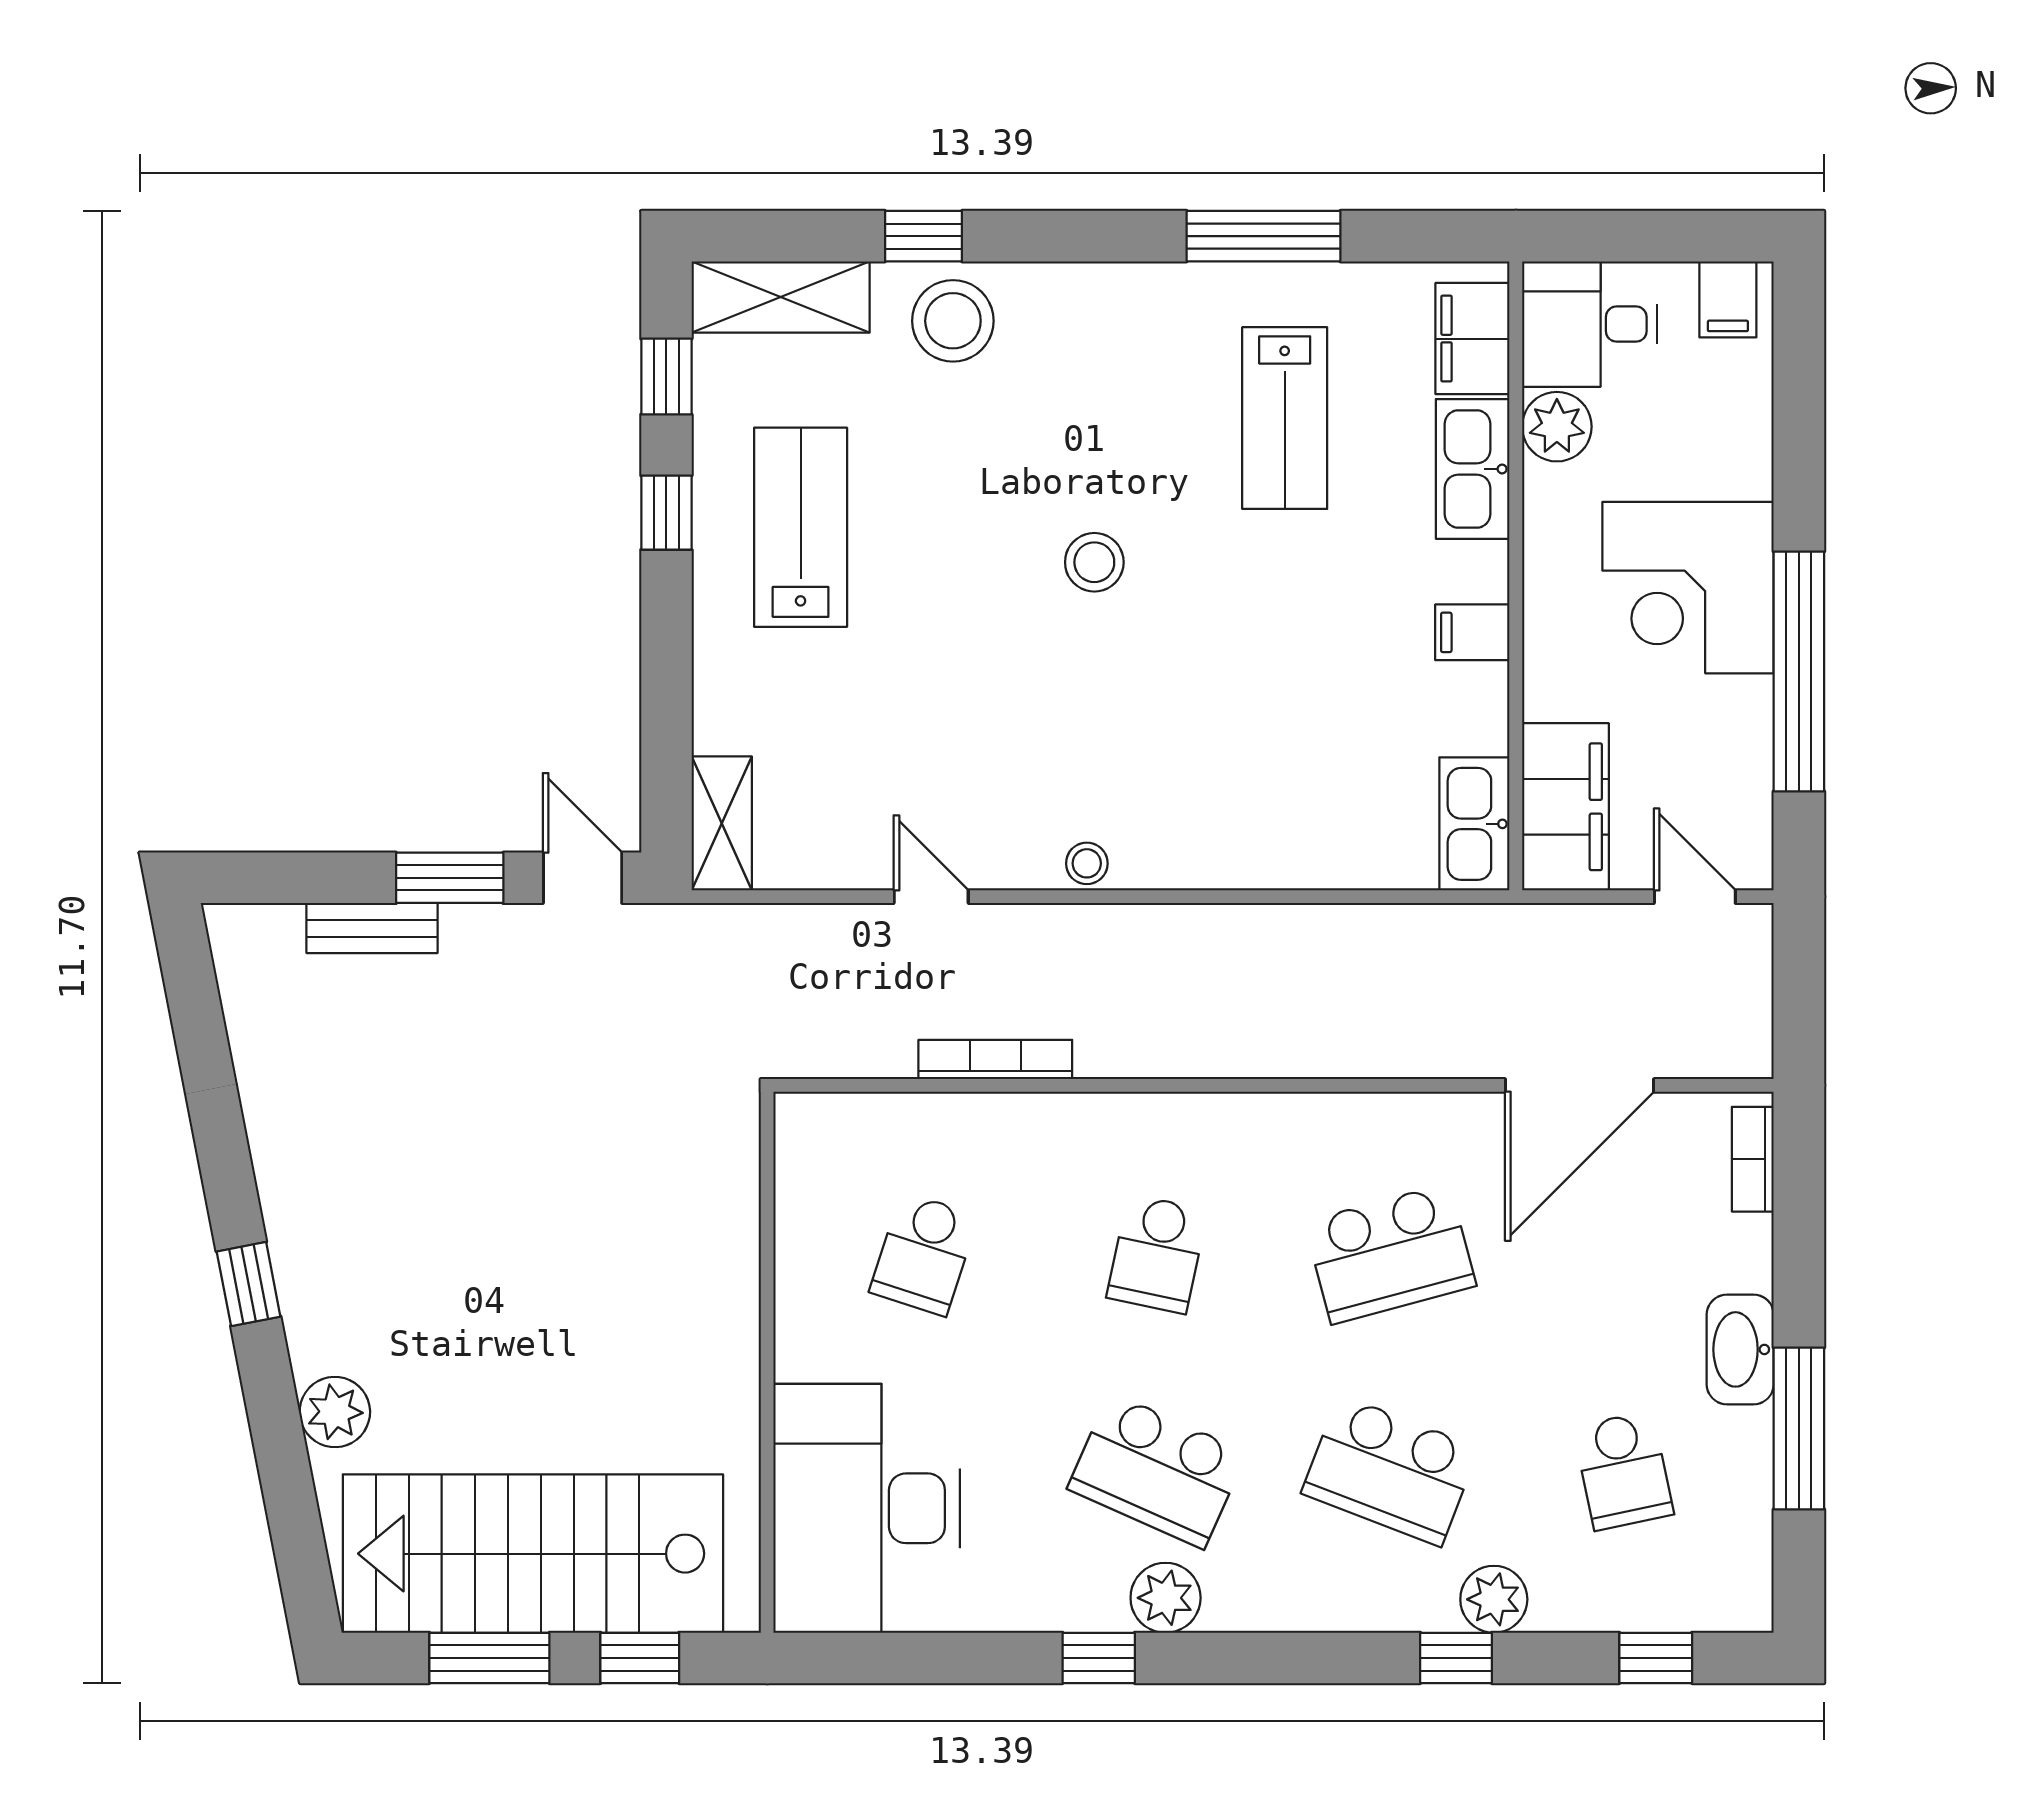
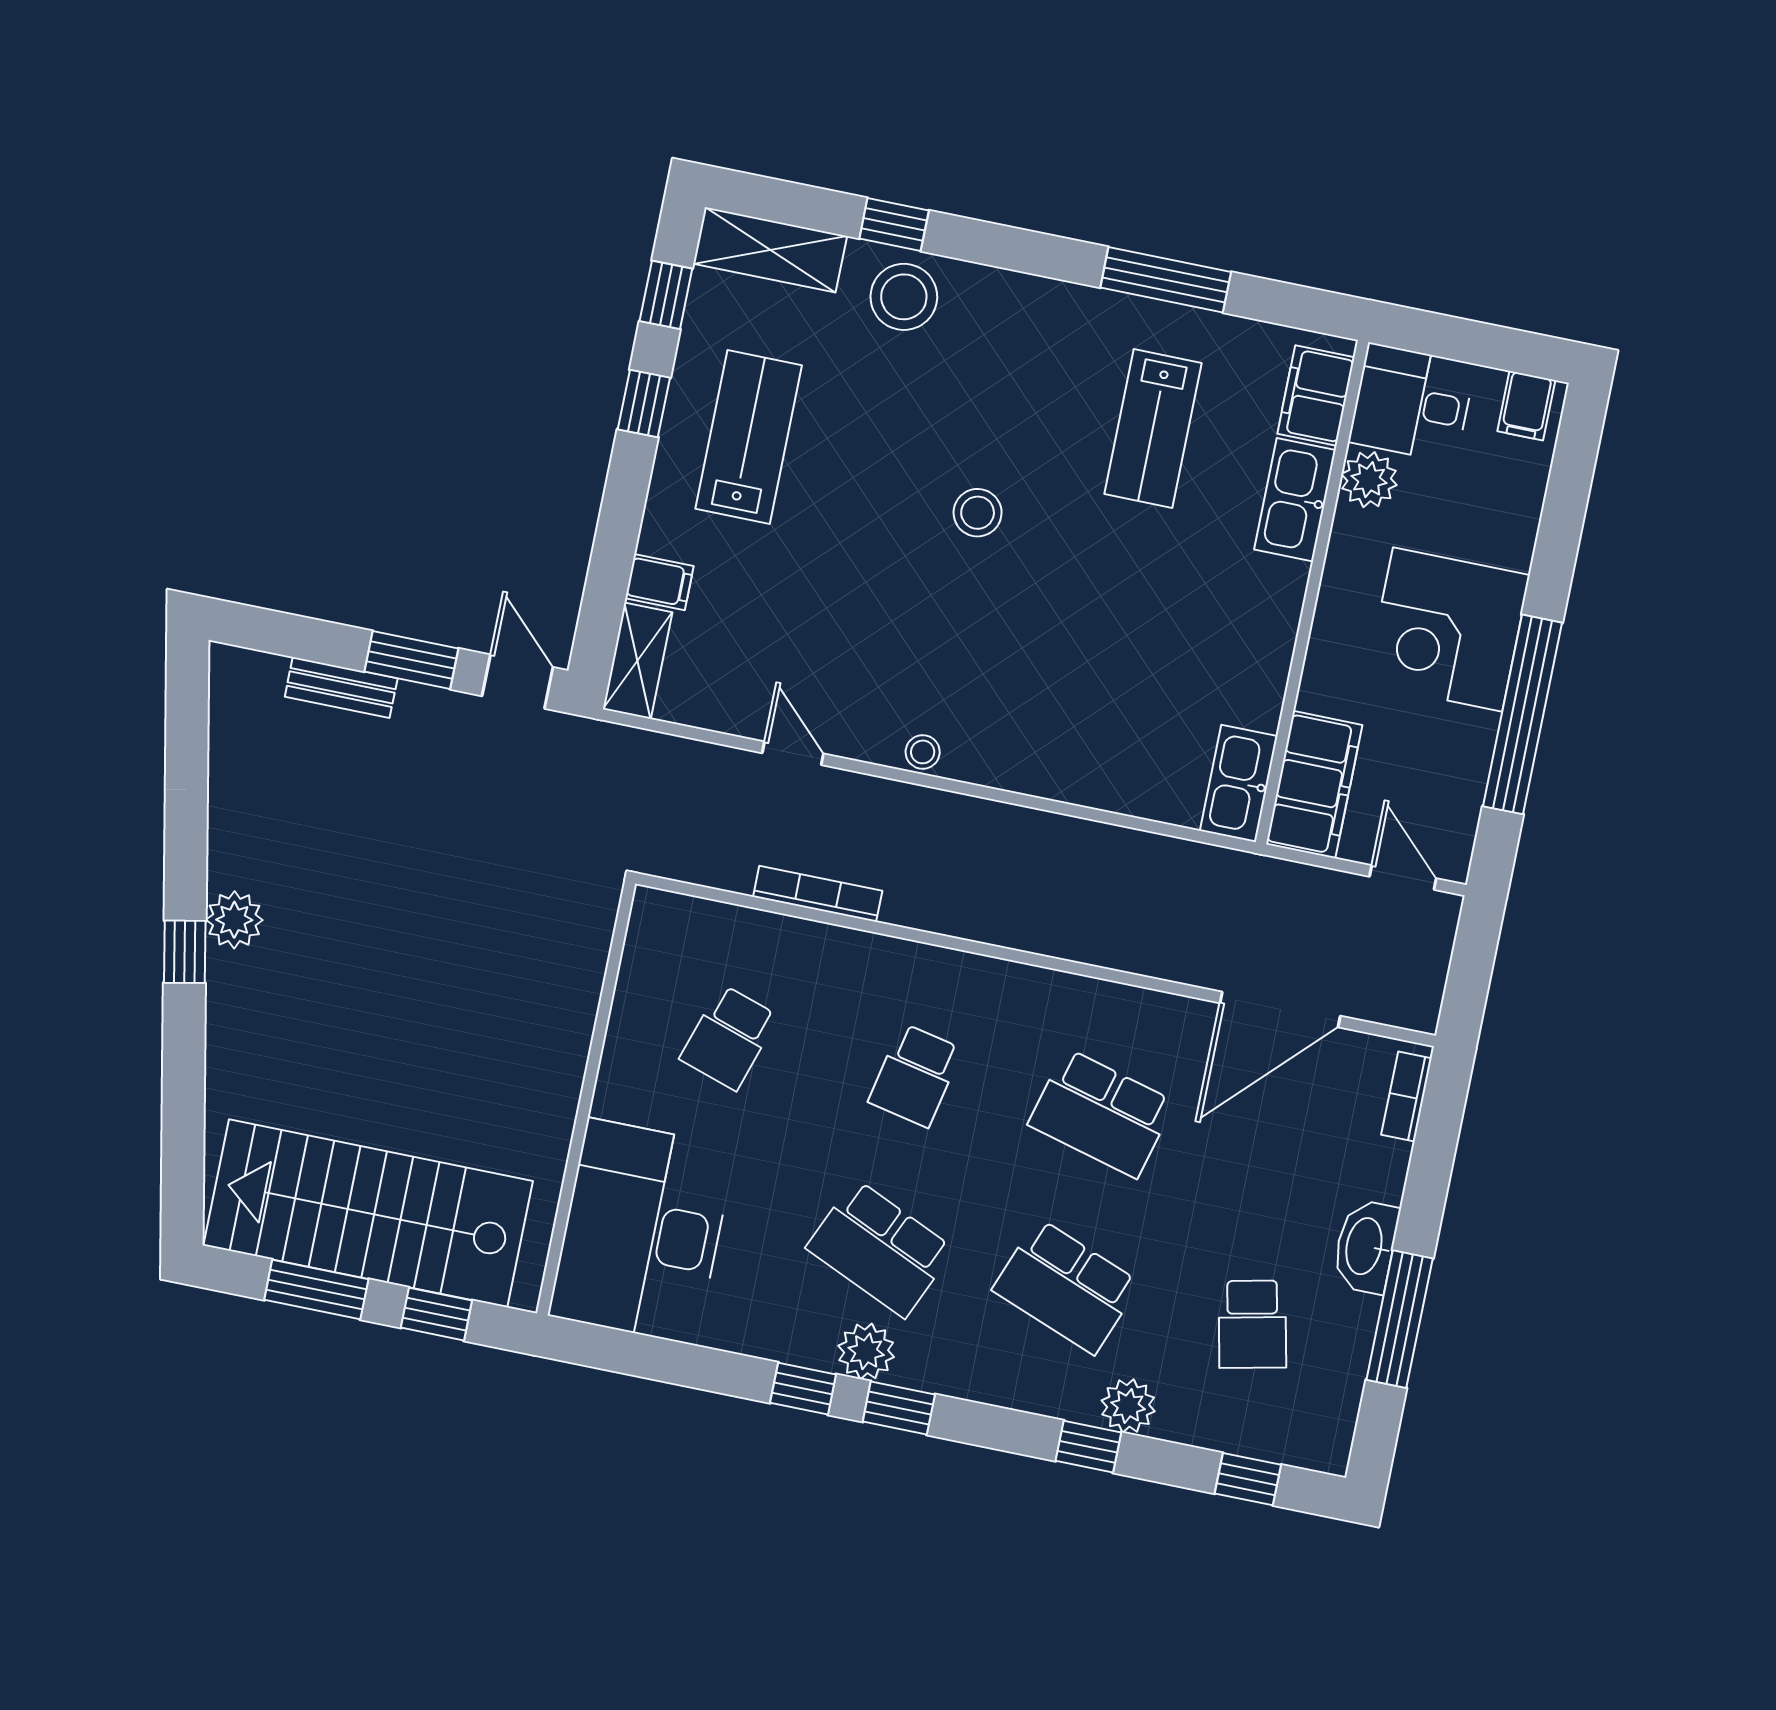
filing cabinet: (1472, 632) -> (659, 582), moved, turned 180
school desk: (1390, 1254) -> (1101, 1113), turned 30
plant: (335, 1412) -> (234, 920), moved
window: (1219, 1658) -> (899, 1408), added

